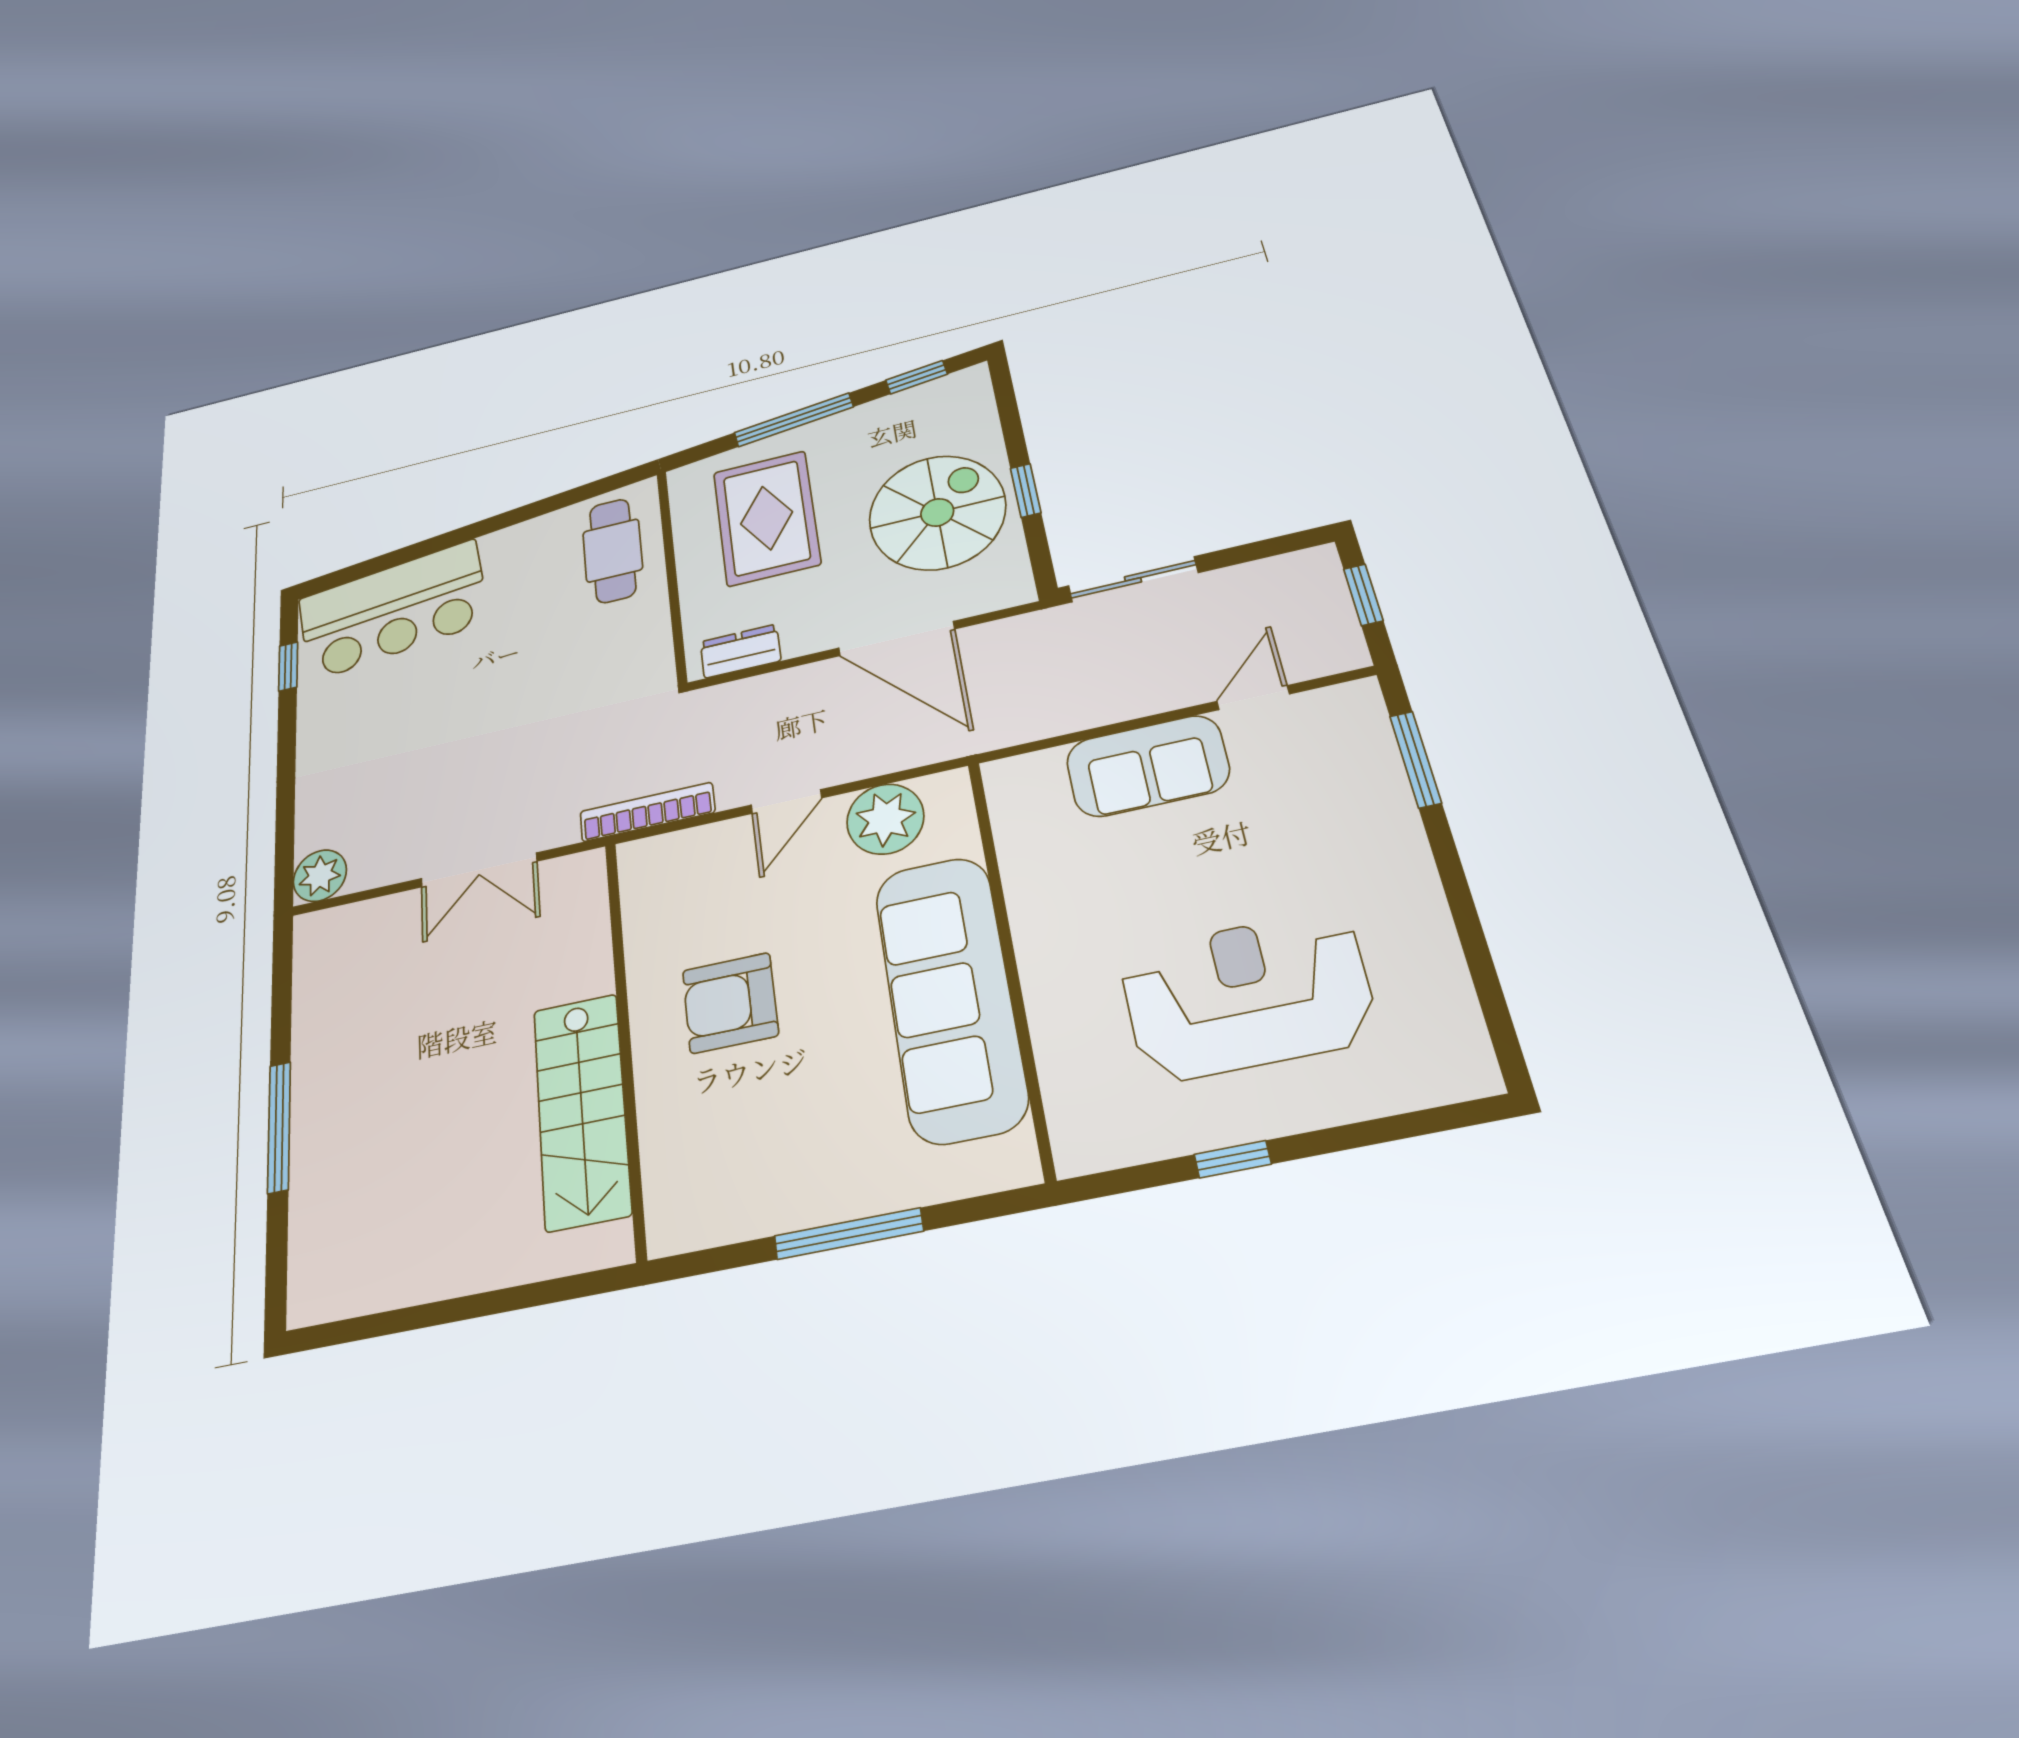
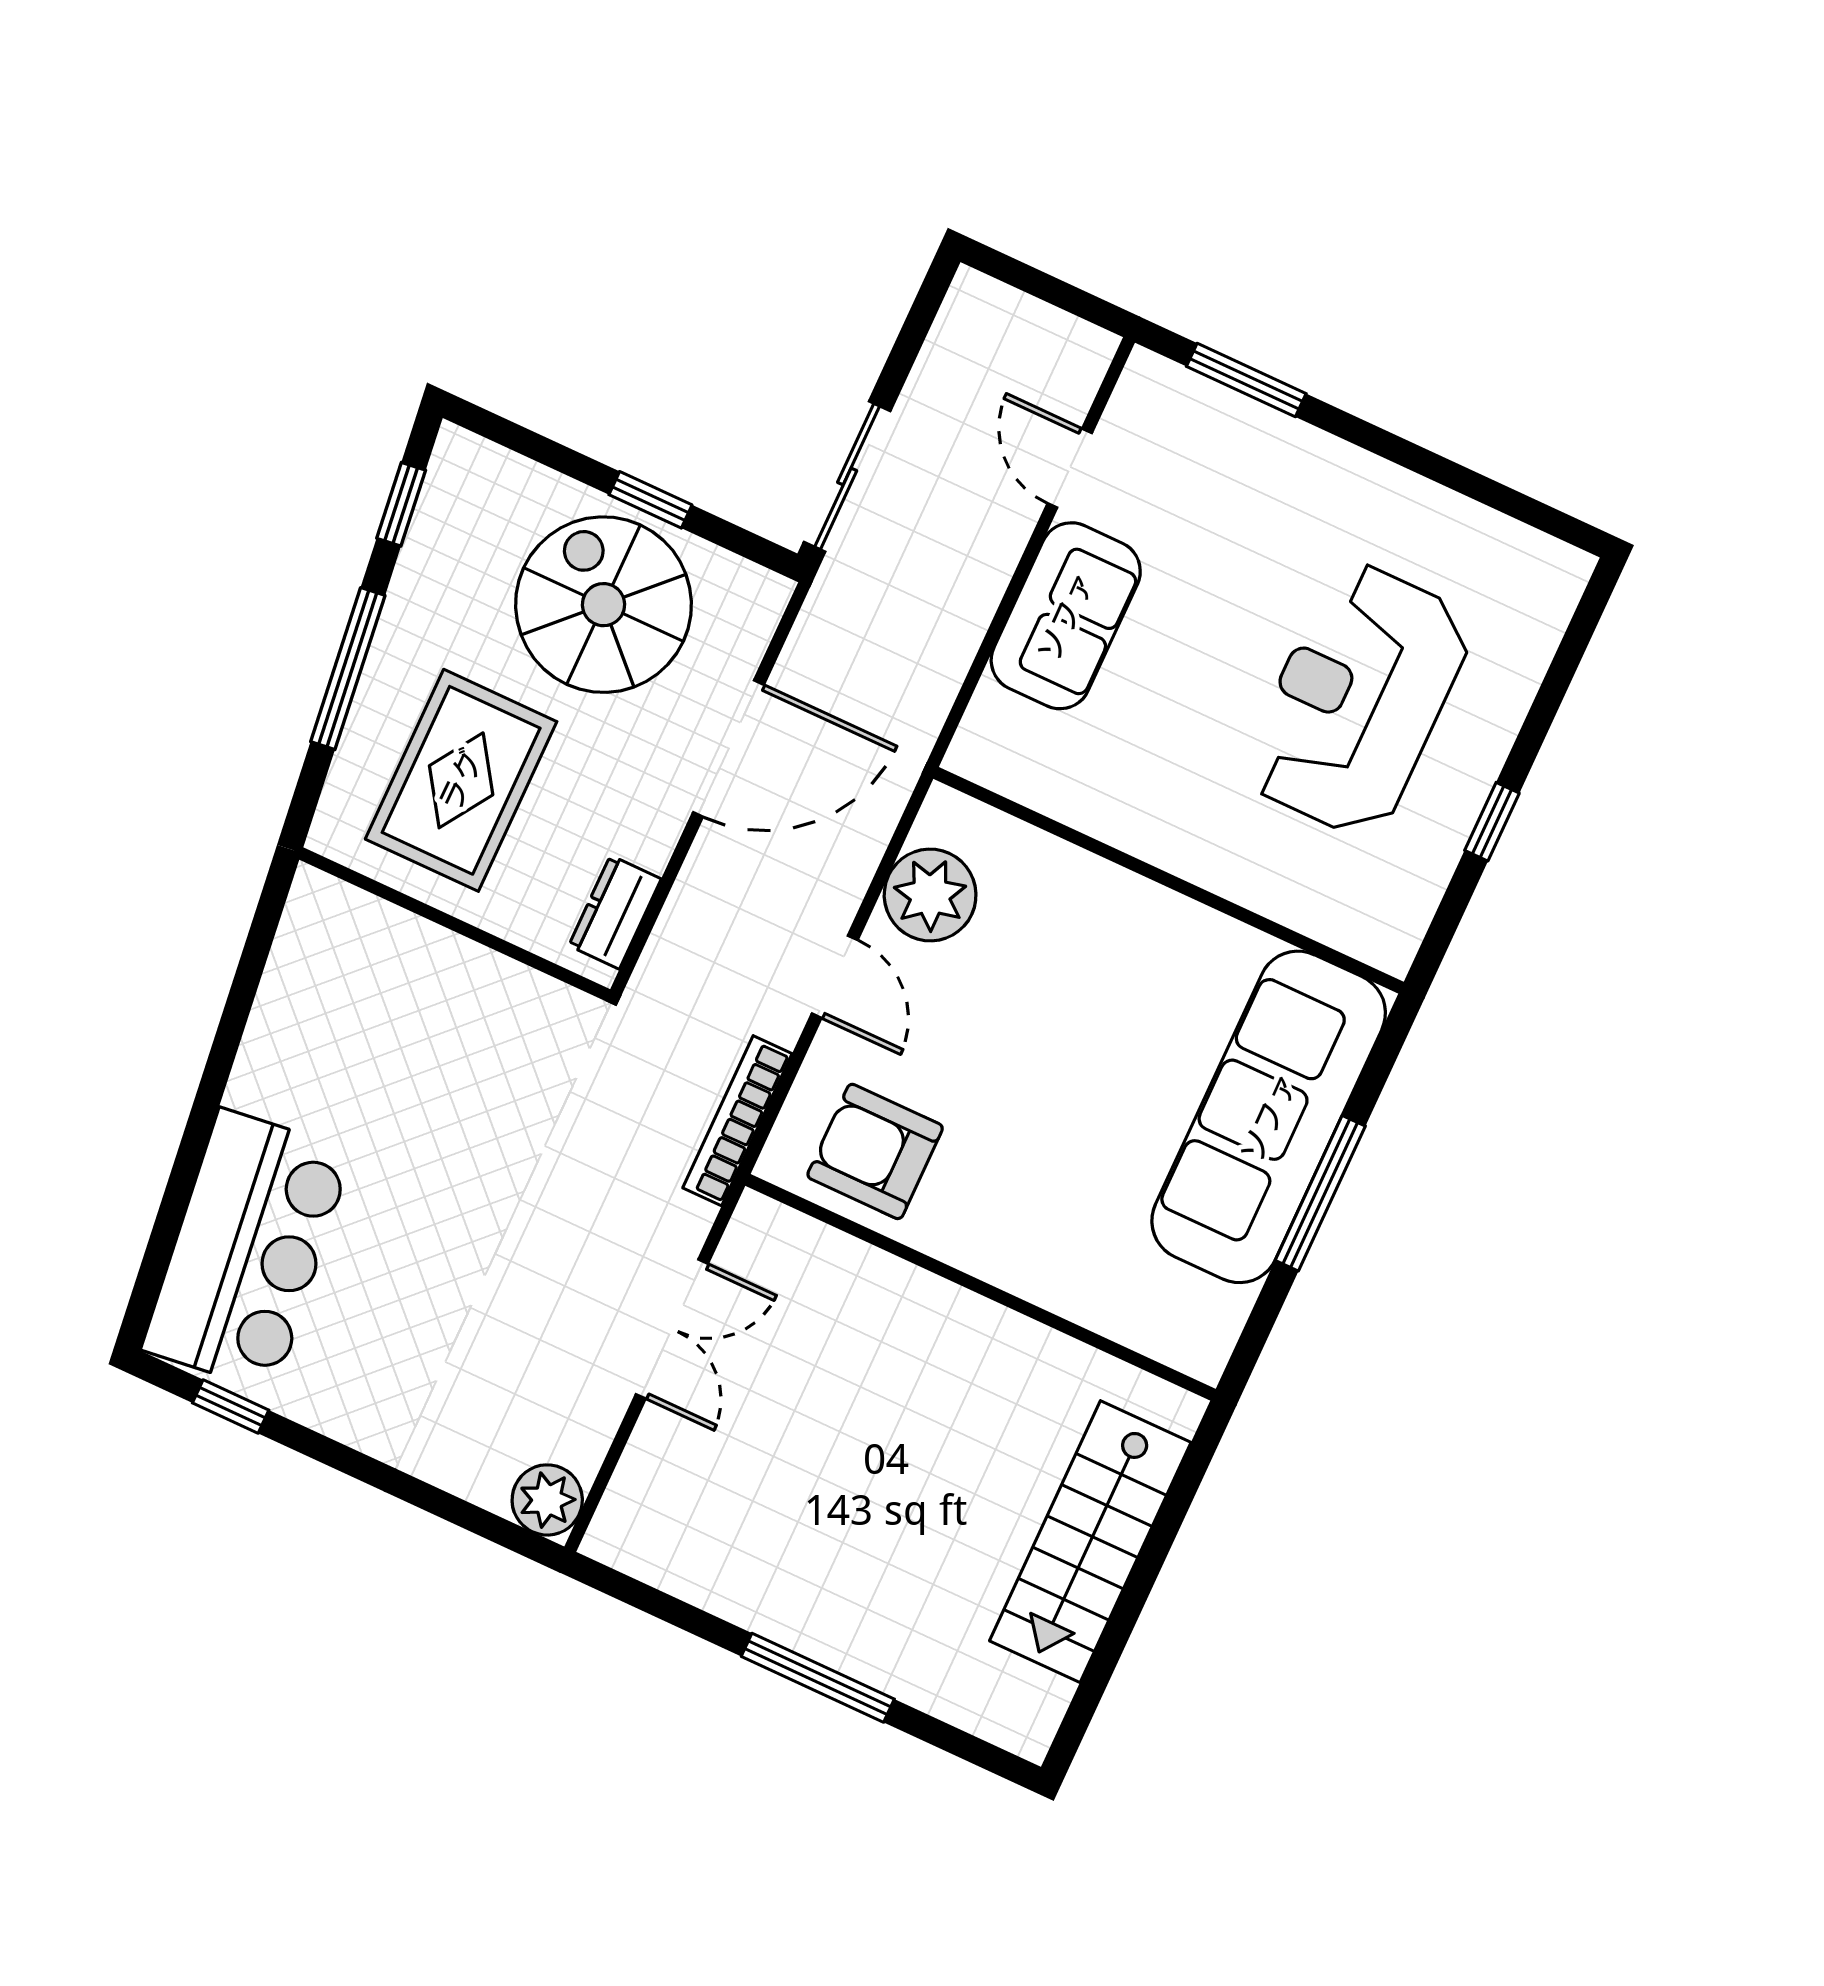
rug: (767, 518) -> (461, 780), turned 90
cafe table: (613, 551) -> (367, 967), removed
window: (1363, 595) -> (1040, 285), removed
sofa: (950, 997) -> (1269, 1117), moved, turned 90
armchair: (730, 1003) -> (875, 1151), moved, turned 90
stairs: (582, 1110) -> (1090, 1542), moved, turned 90

